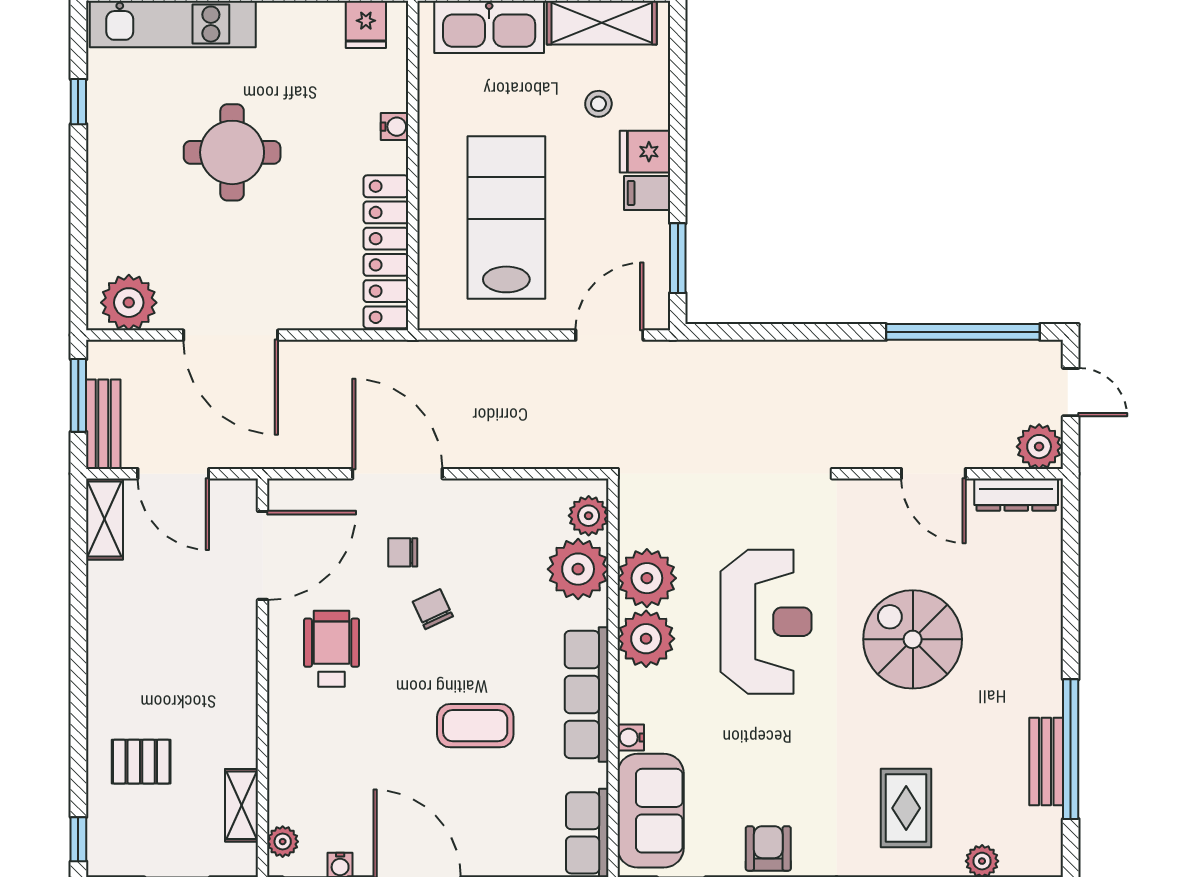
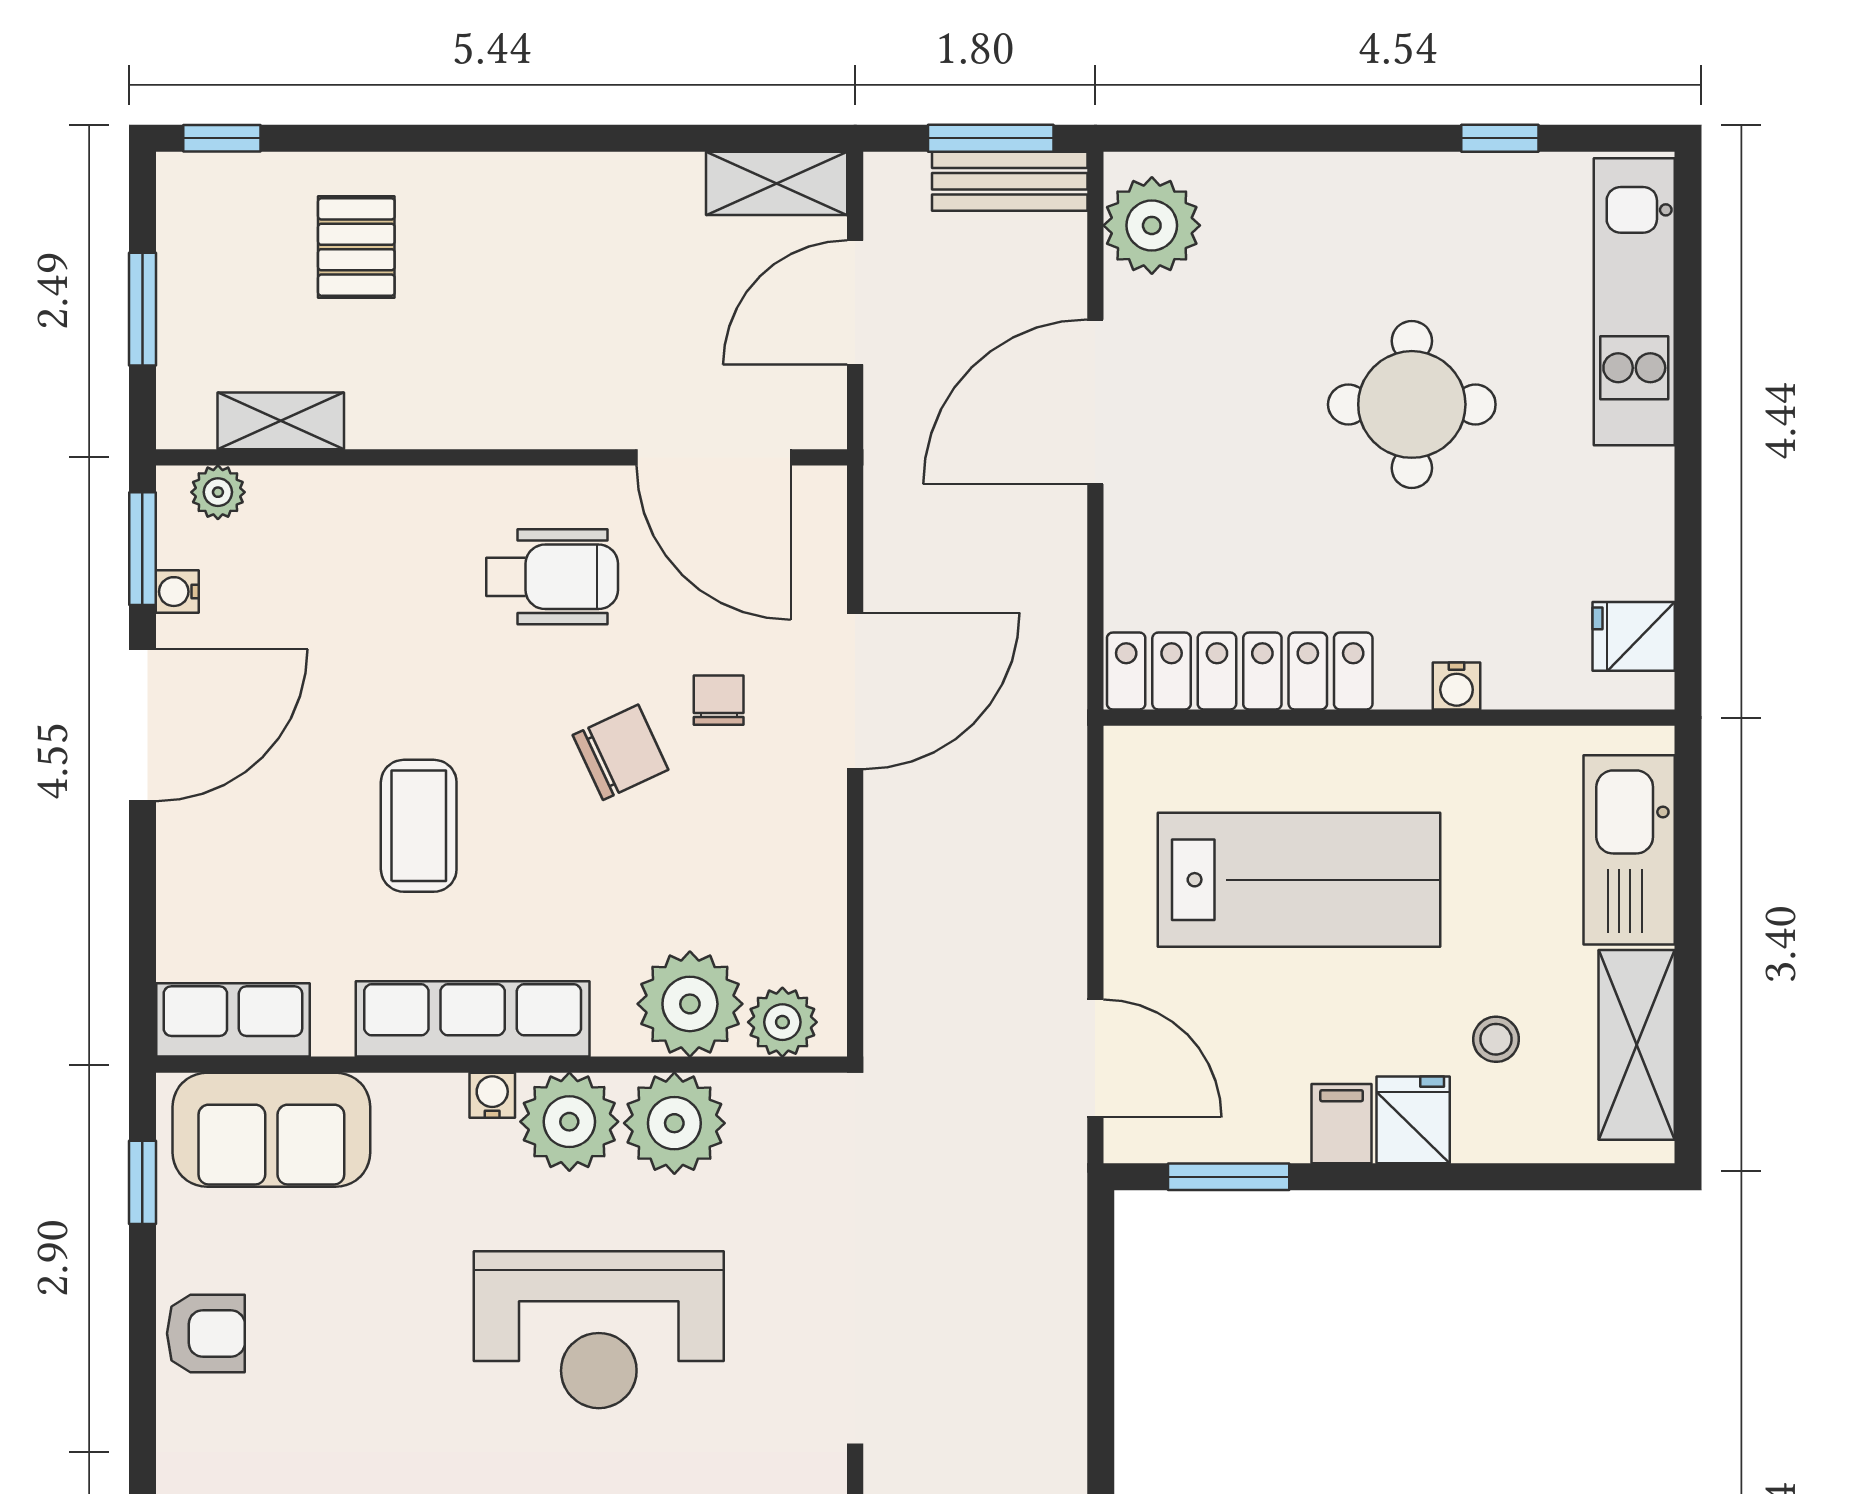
bench: (103, 424) -> (1010, 181), moved
chair: (433, 609) -> (621, 752), width x1.37, depth x1.37
water cooler: (631, 737) -> (492, 1095), moved

